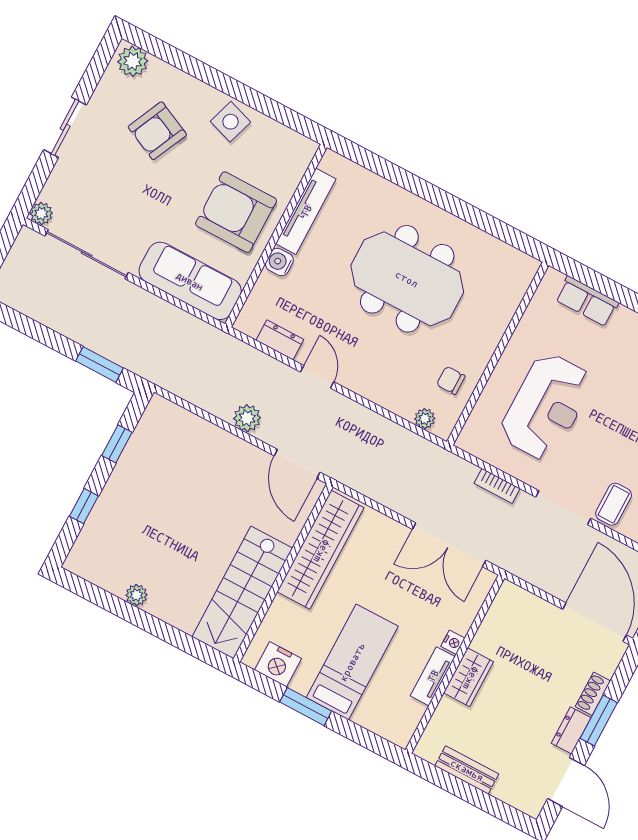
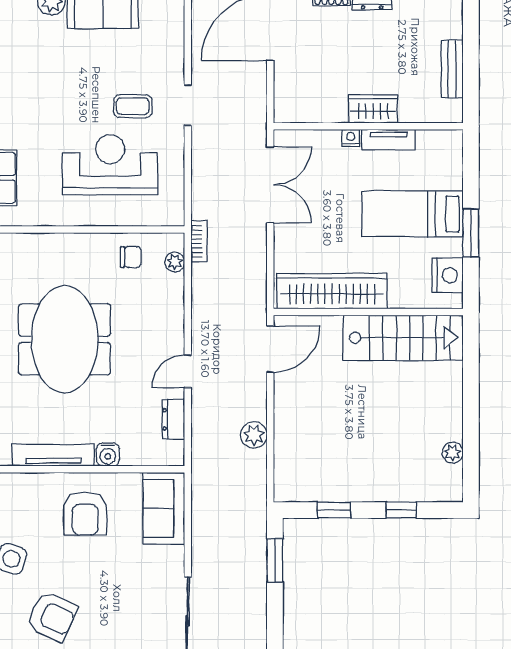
armchair: (236, 212) -> (85, 514), width x0.73, depth x0.73
sofa: (190, 281) -> (164, 508), width x0.73
chair: (451, 380) -> (131, 257), turned -90
plant: (247, 418) -> (254, 435), moved
bookcase: (497, 486) -> (199, 241), moved
coffee table: (614, 504) -> (133, 106), moved
doorway: (563, 508) -> (188, 105), width x0.73
plant: (136, 595) -> (453, 453), moved

